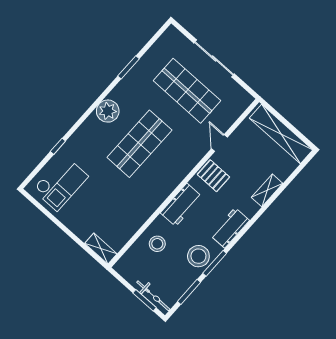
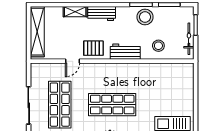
pallet: (213, 176) -> (93, 48), turned 90
workbench: (230, 228) -> (102, 14), moved
shelving: (101, 249) -> (189, 74), removed
bicycle: (153, 296) -> (189, 39), moved

